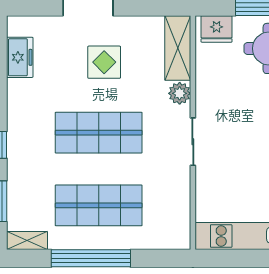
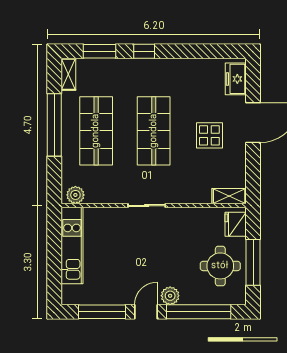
shelving: (178, 48) -> (229, 196), width x0.67, depth x0.75
freezer: (20, 57) -> (236, 79), moved, turned 90
plant: (180, 93) -> (75, 195), moved

